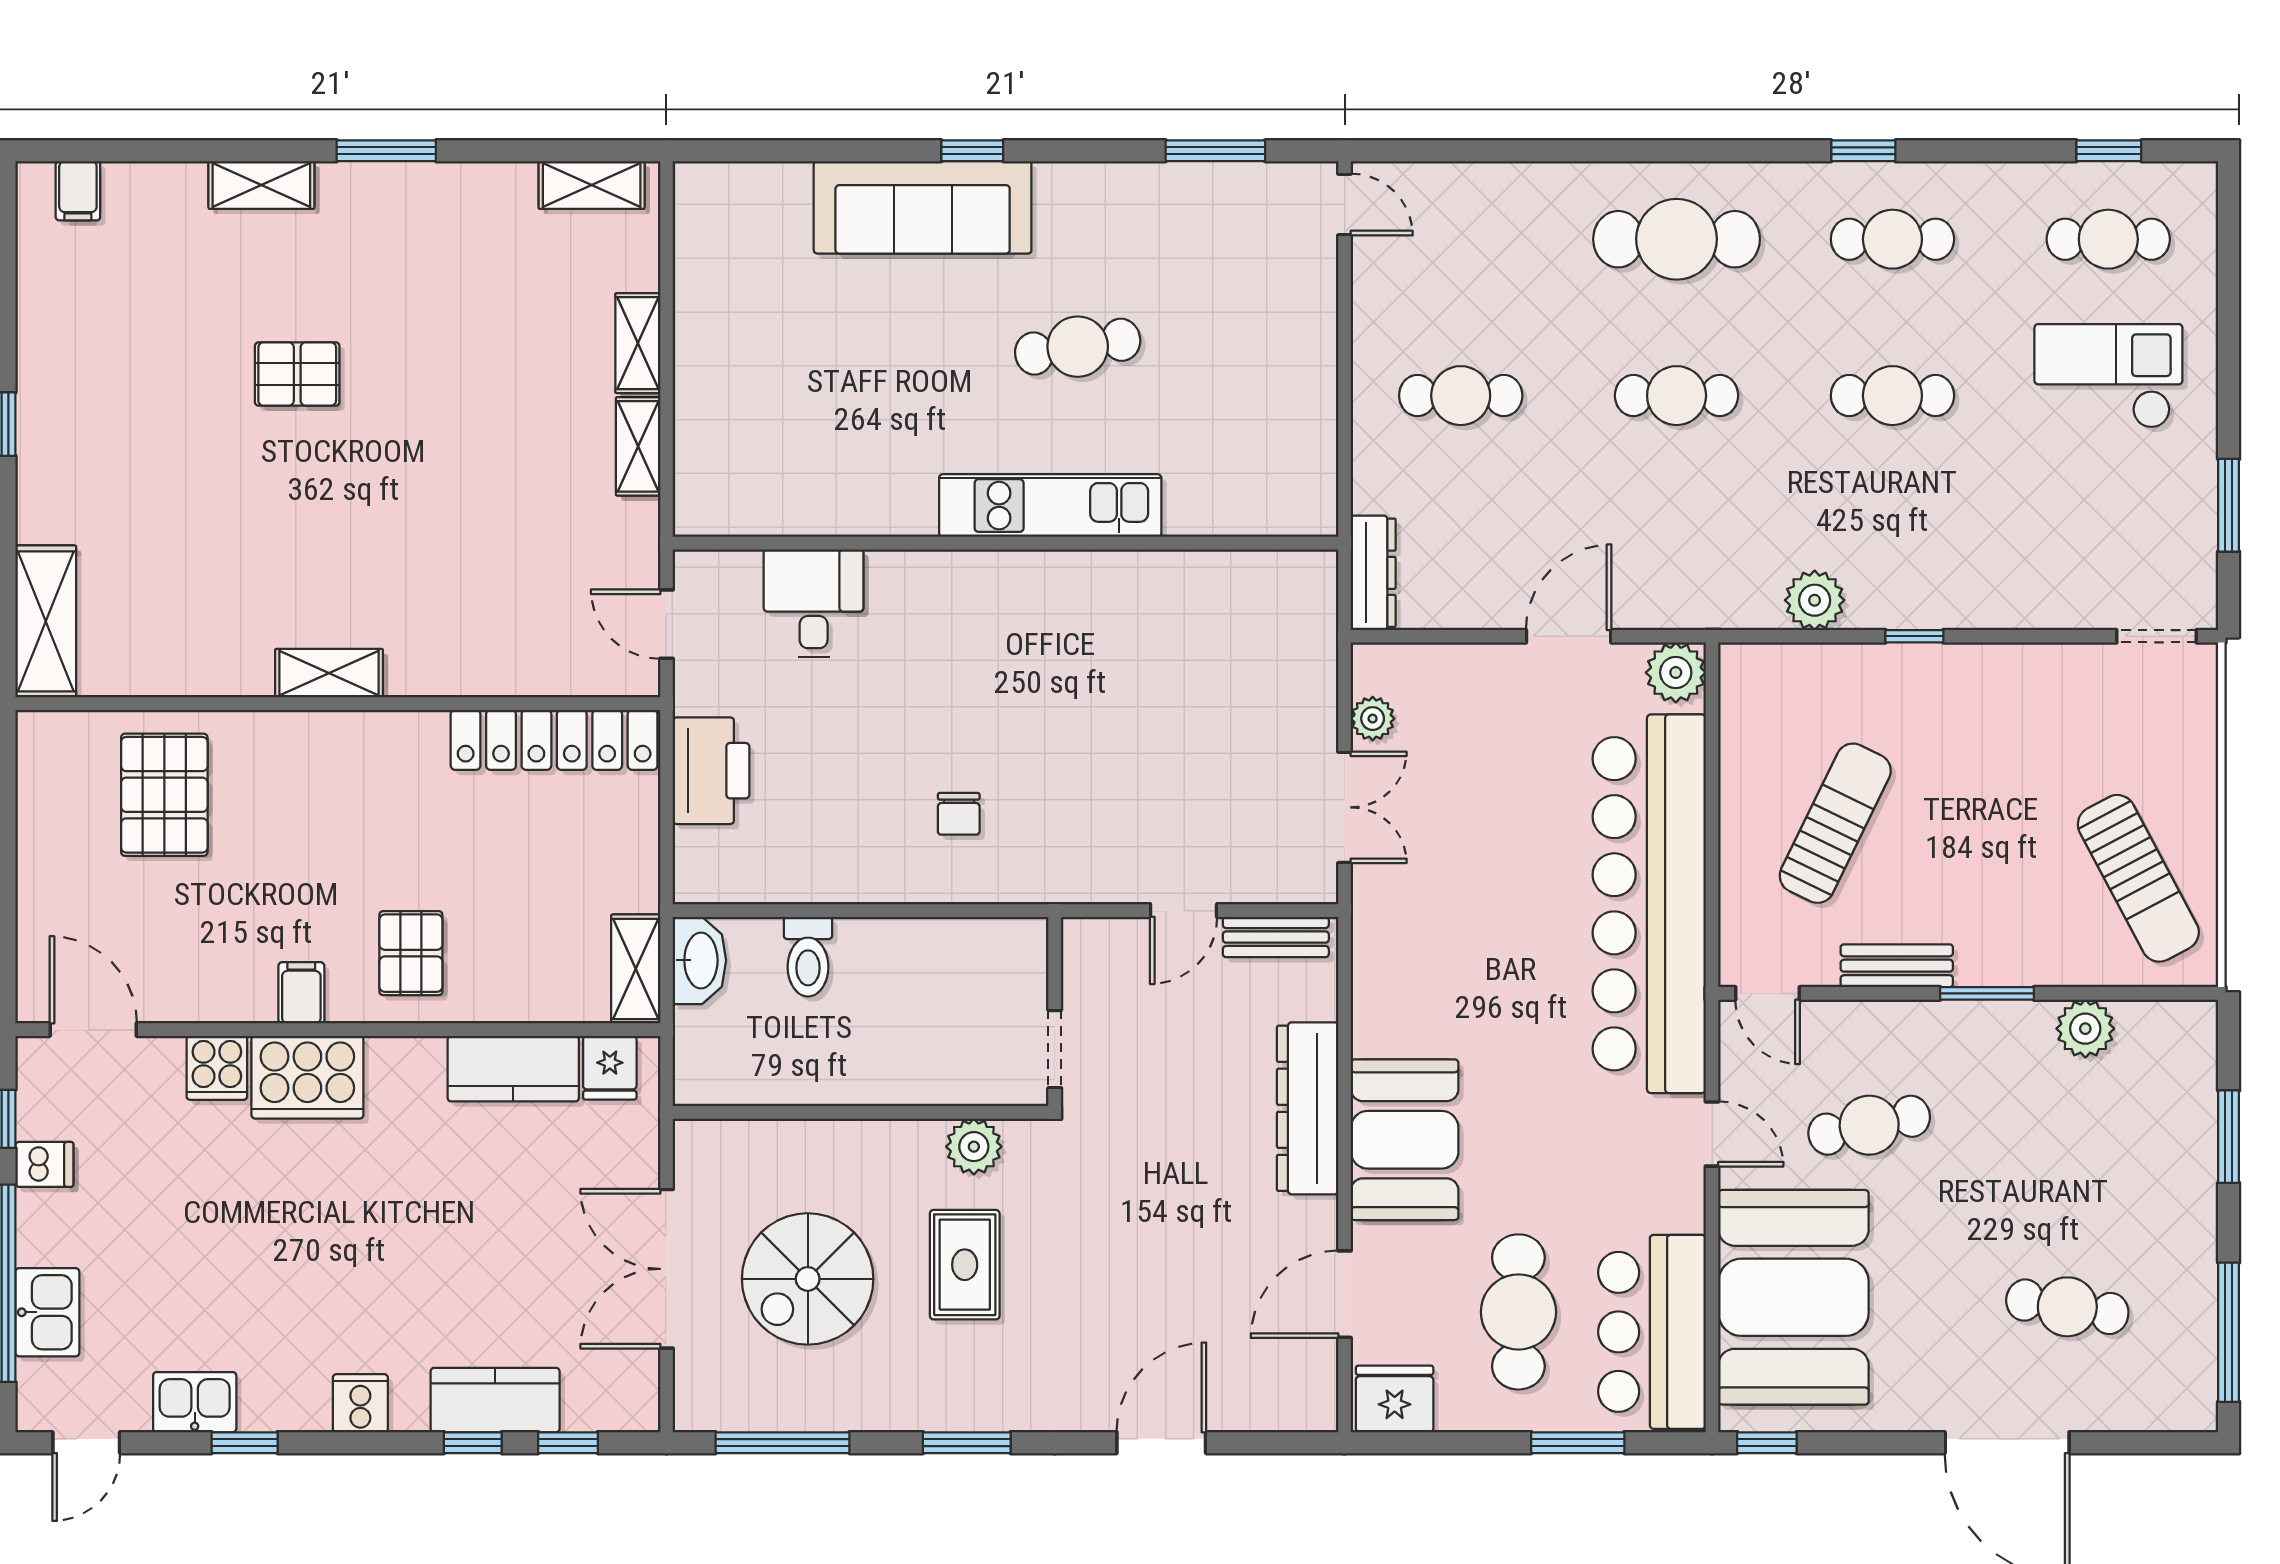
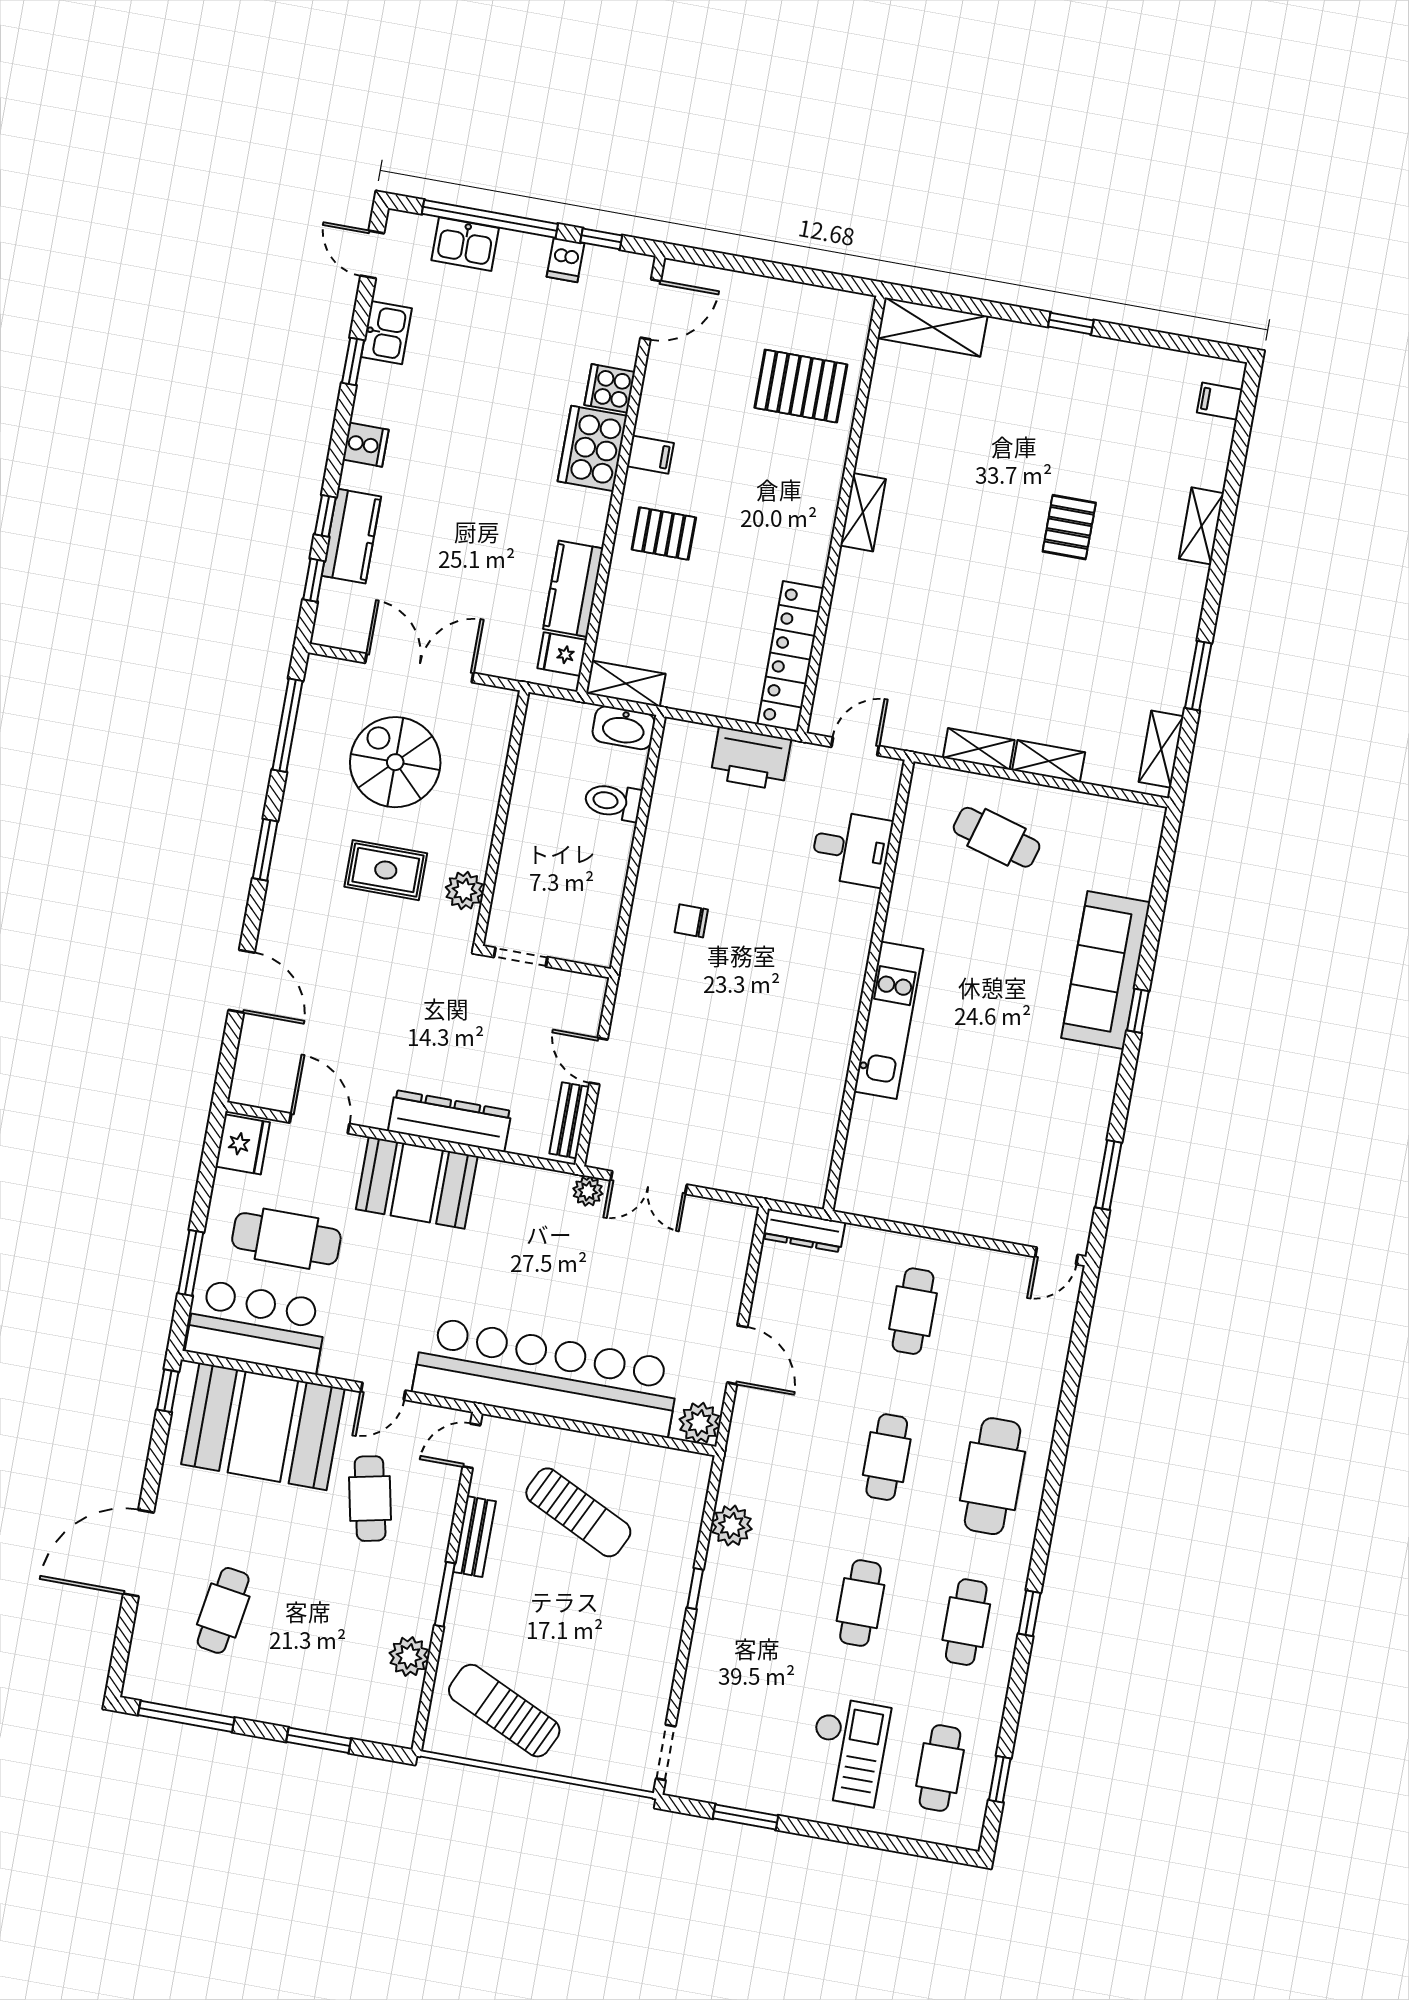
window: (386, 151) -> (1198, 676), moved
cafe table: (1078, 347) -> (997, 837), moved, turned -65
plant: (1373, 719) -> (588, 1191), moved
sun lounger: (2138, 878) -> (504, 1711), turned 53

